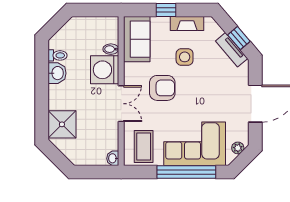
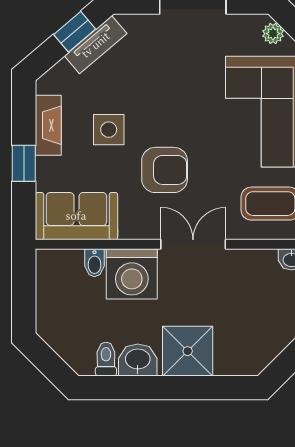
armchair: (162, 88) -> (165, 170), turned 90
shower: (62, 124) -> (188, 351), moved

